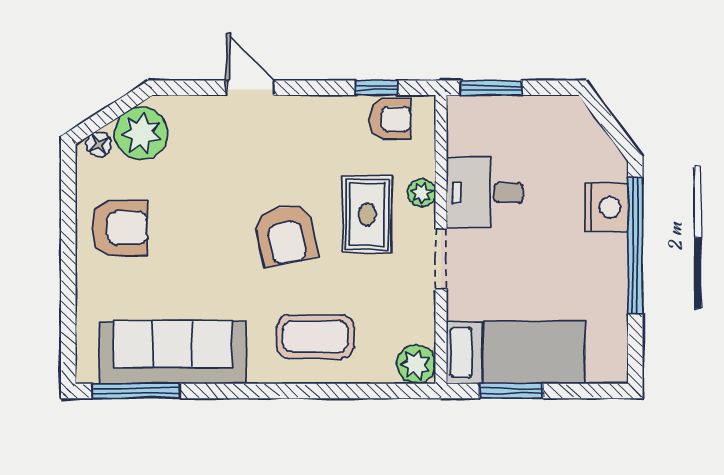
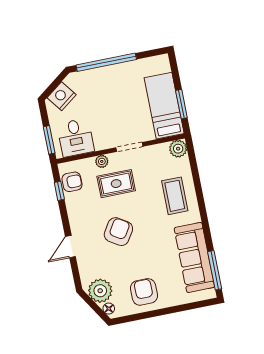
armchair: (390, 119) -> (72, 182), turned 90
desk: (485, 193) -> (76, 138), moved
nightstand: (606, 207) -> (62, 96), moved, turned -37
armchair: (286, 235) -> (118, 232), moved, turned -46

